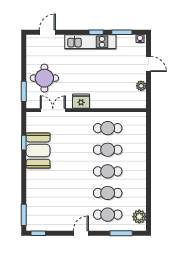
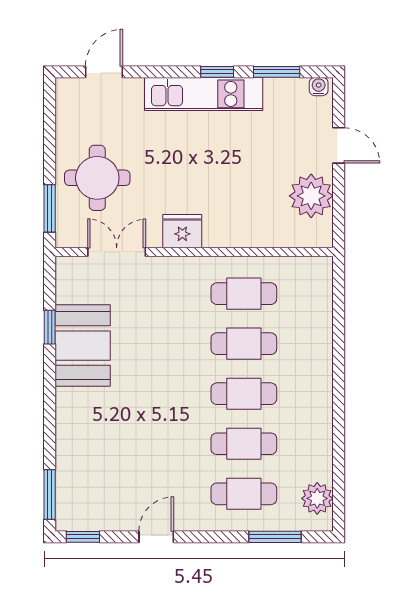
plant: (141, 86) -> (311, 196), width x1.87, depth x1.87
door: (81, 233) -> (156, 537), moved

